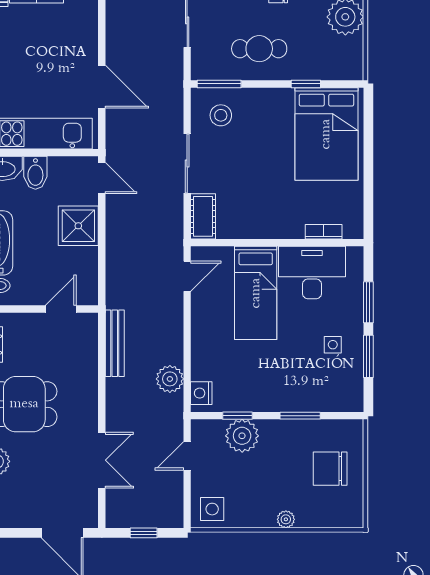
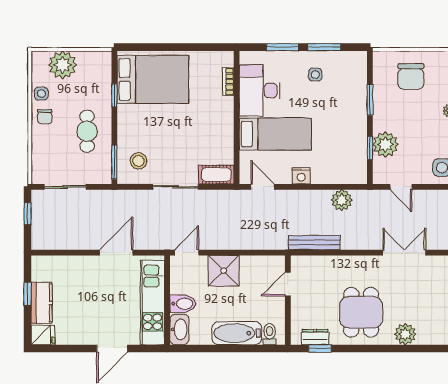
door: (61, 309) -> (288, 284), hinge flipped
nightstand: (201, 393) -> (301, 176), moved

